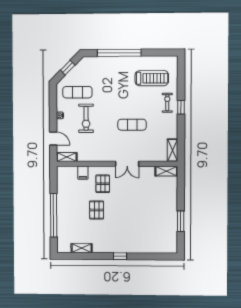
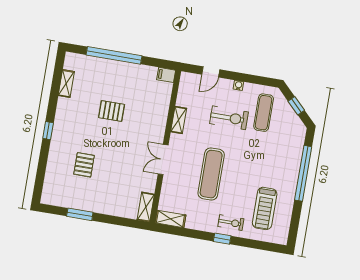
exercise bike: (86, 118) -> (229, 118), turned 180
exercise mat: (132, 125) -> (211, 174), width x1.36, depth x1.45
shelving: (67, 157) -> (179, 120), moved
filing cabinet: (83, 173) -> (166, 75), moved
pallet: (103, 184) -> (84, 165), moved, turned 90

